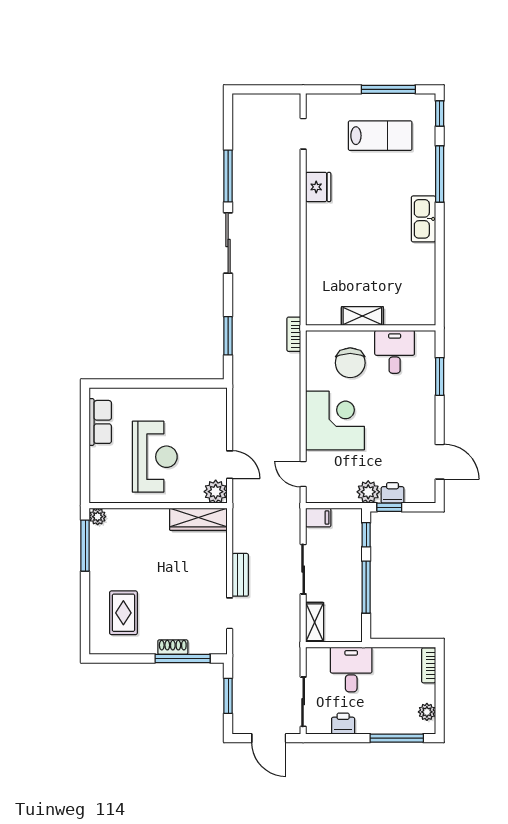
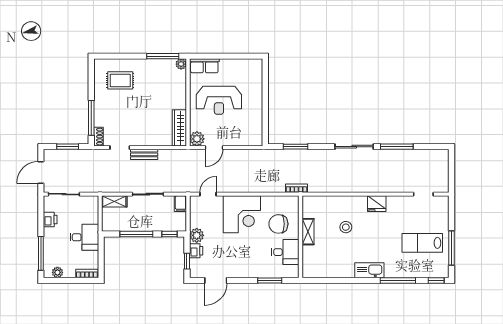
lab bench: (380, 136) -> (422, 243), turned 90
fridge: (318, 187) -> (377, 204), moved
stool: (355, 256) -> (346, 227), added
row of seats: (100, 422) -> (204, 66), moved
window: (389, 507) -> (187, 261), moved
shoe rack: (173, 647) -> (99, 137), moved
desk: (351, 669) -> (84, 237), moved

